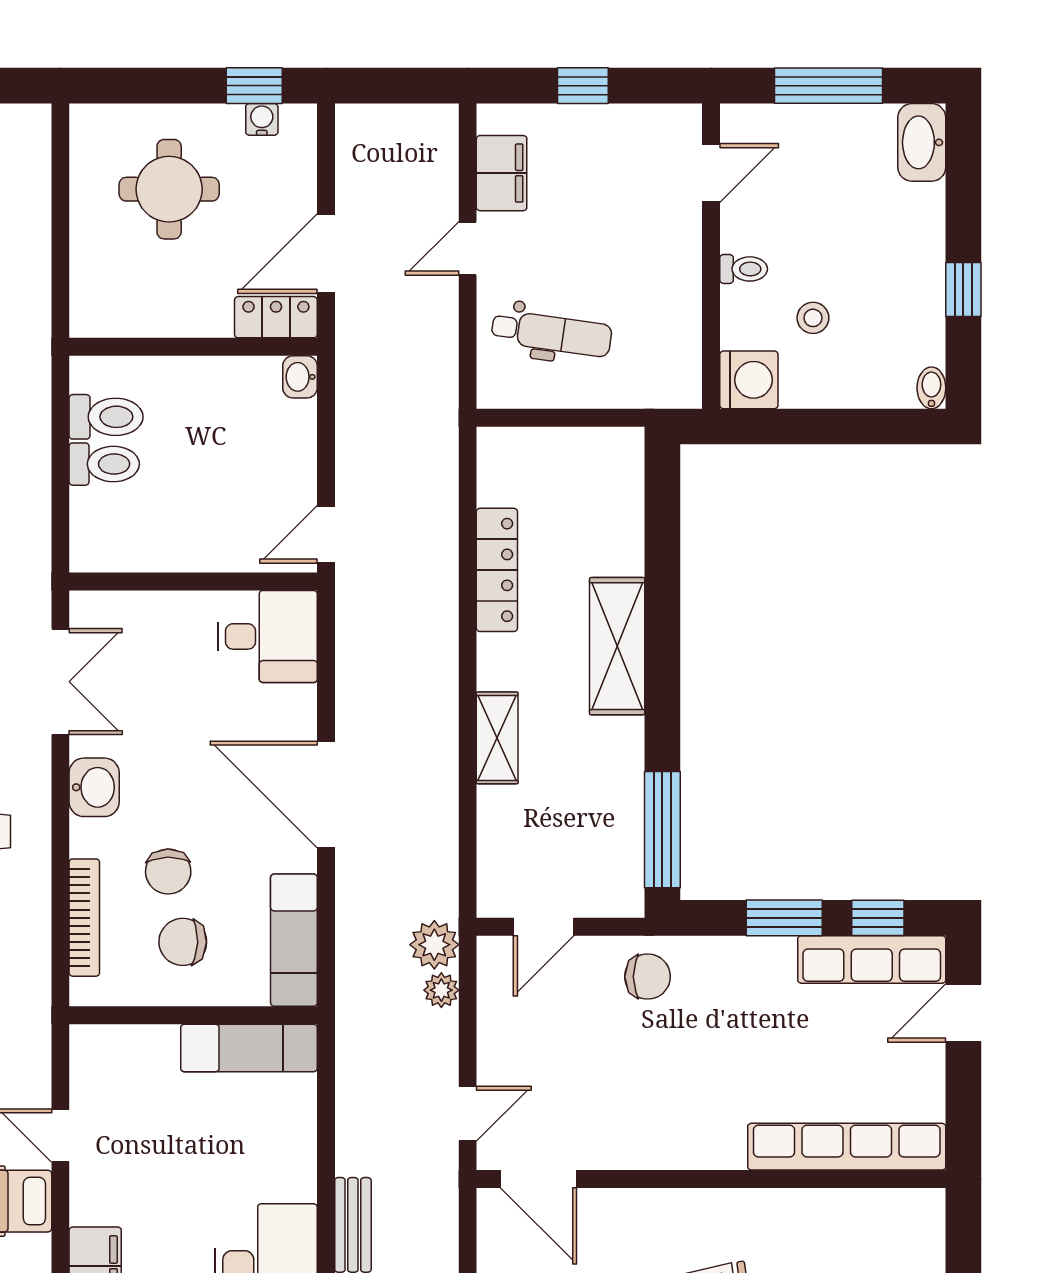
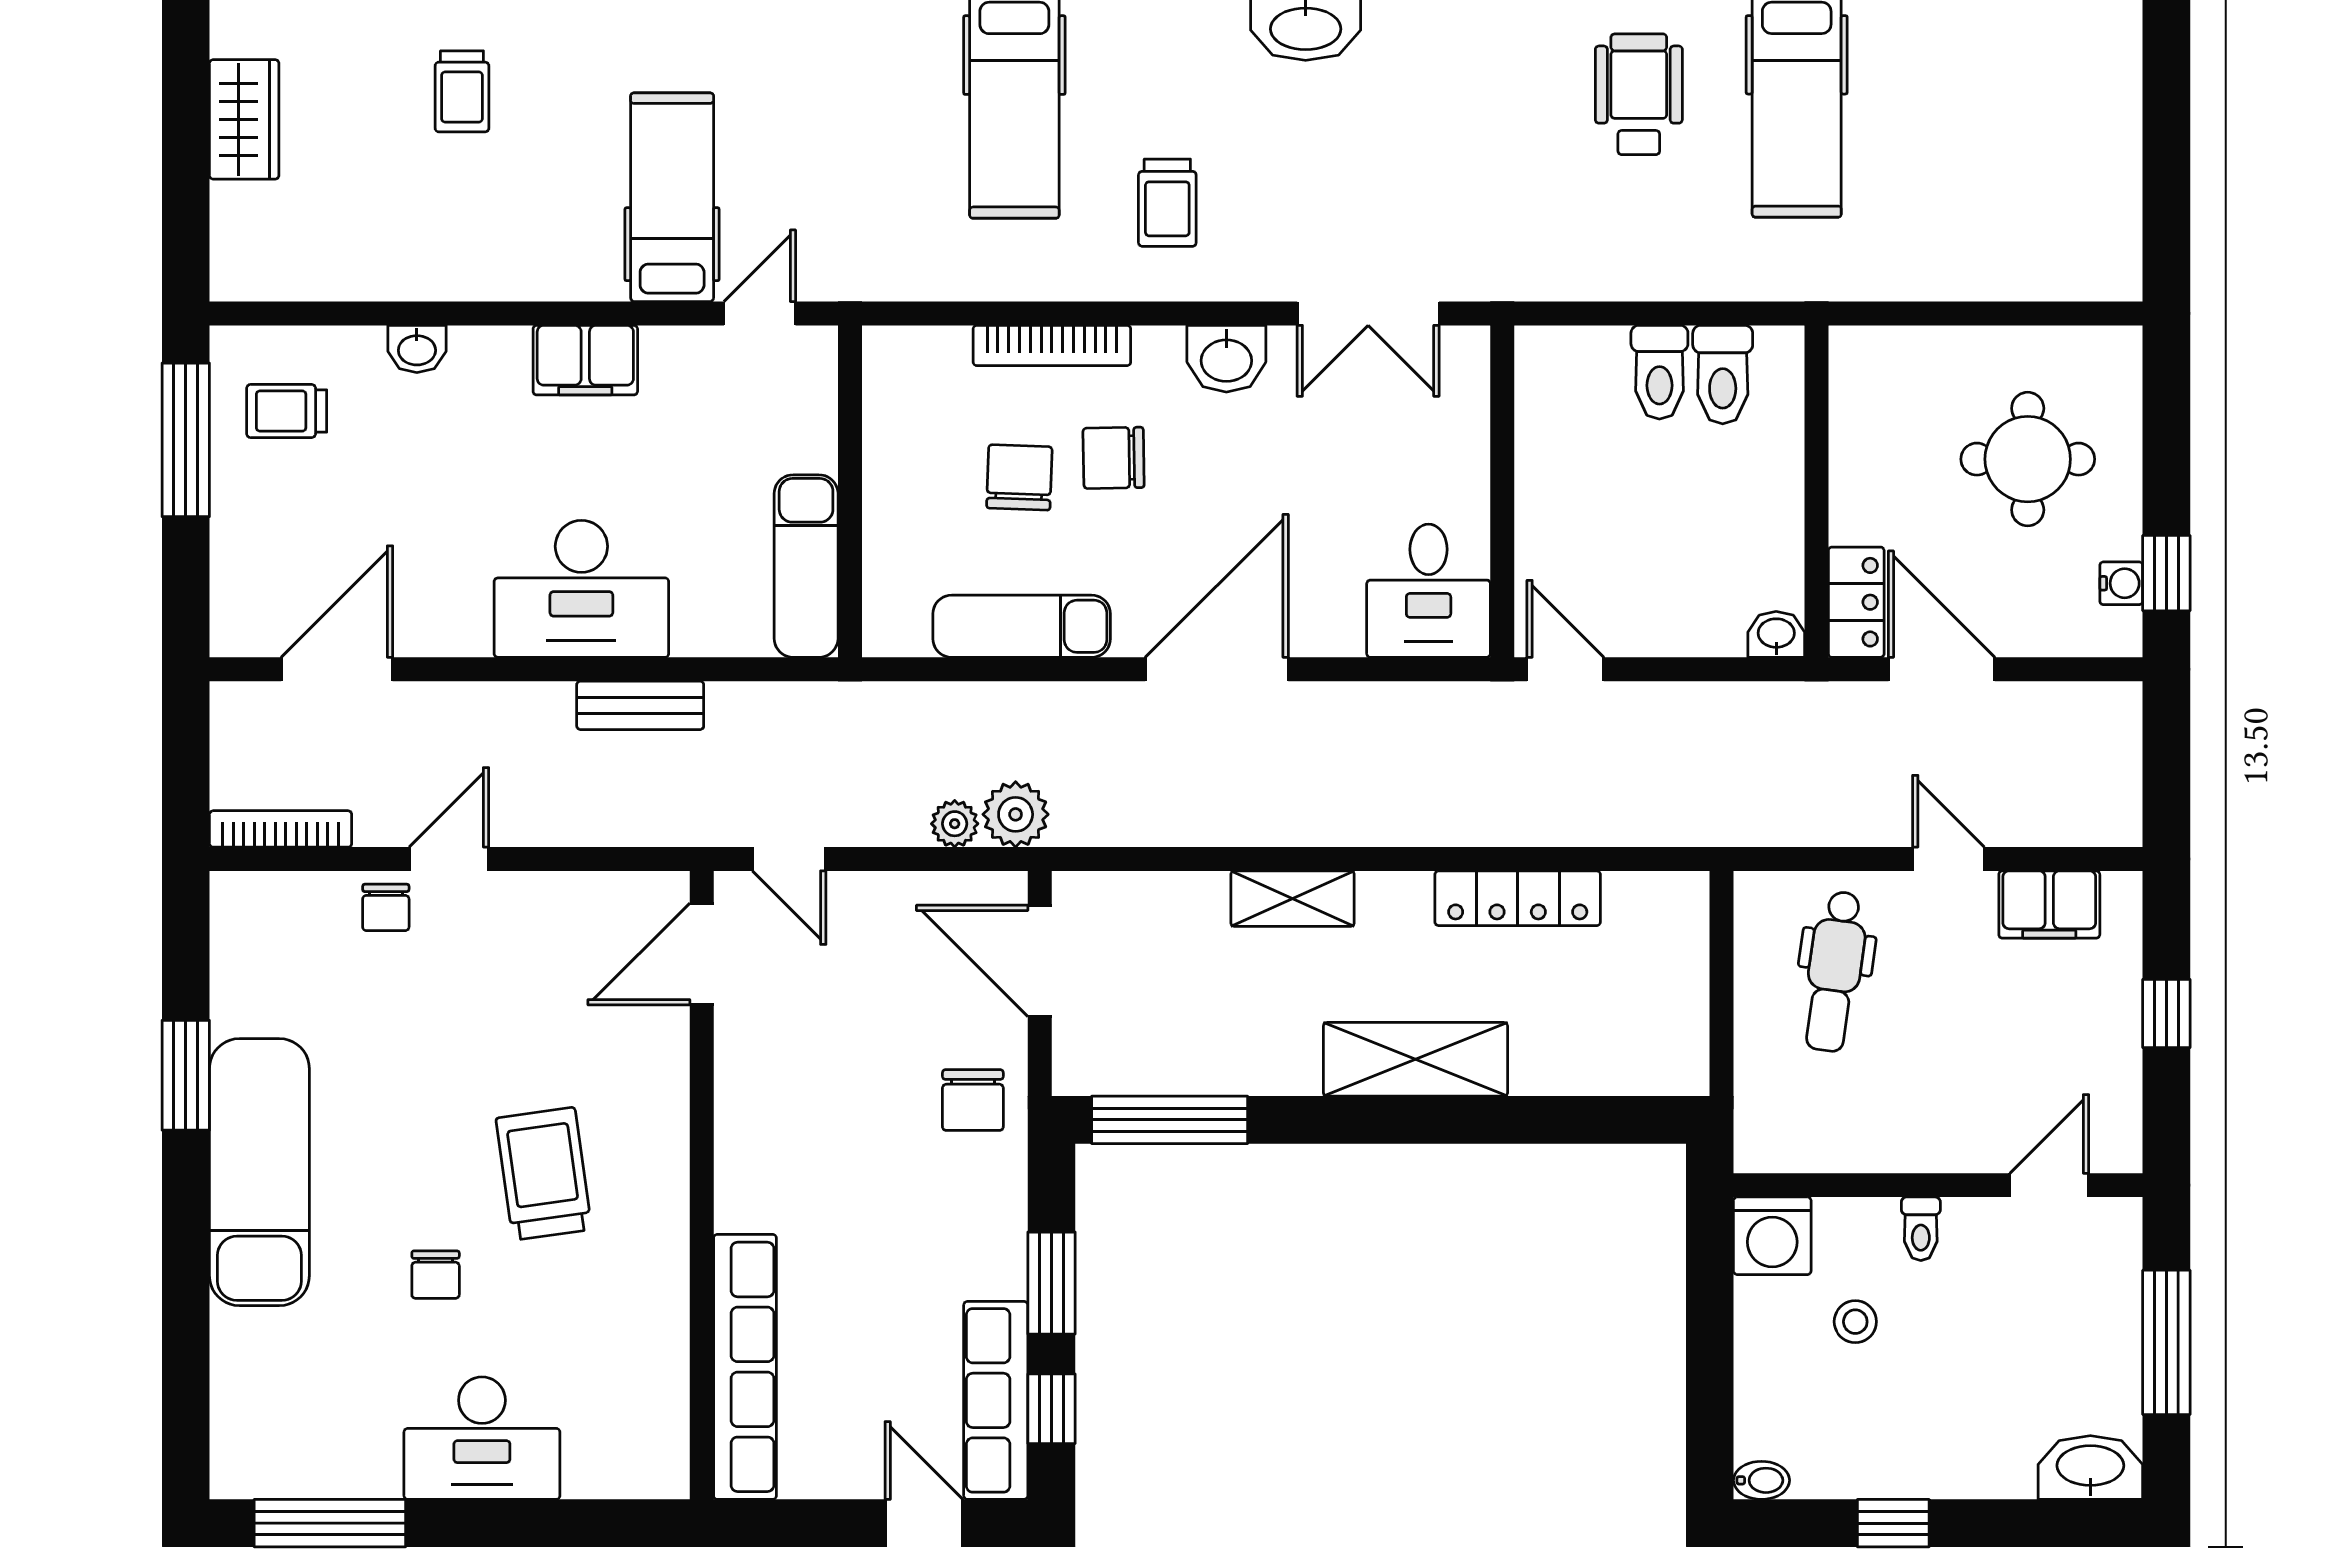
door: (711, 173) -> (2049, 1185), swing flipped
door: (544, 927) -> (1040, 961), width x1.38
wall: (193, 1015) -> (850, 491), moved
exam couch: (249, 1048) -> (806, 566), moved

